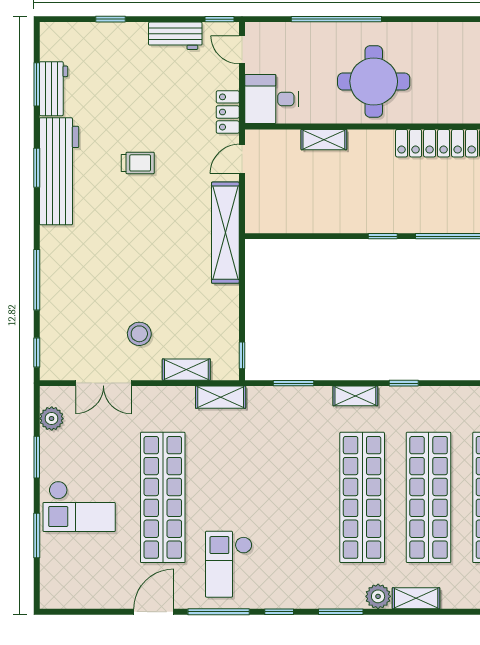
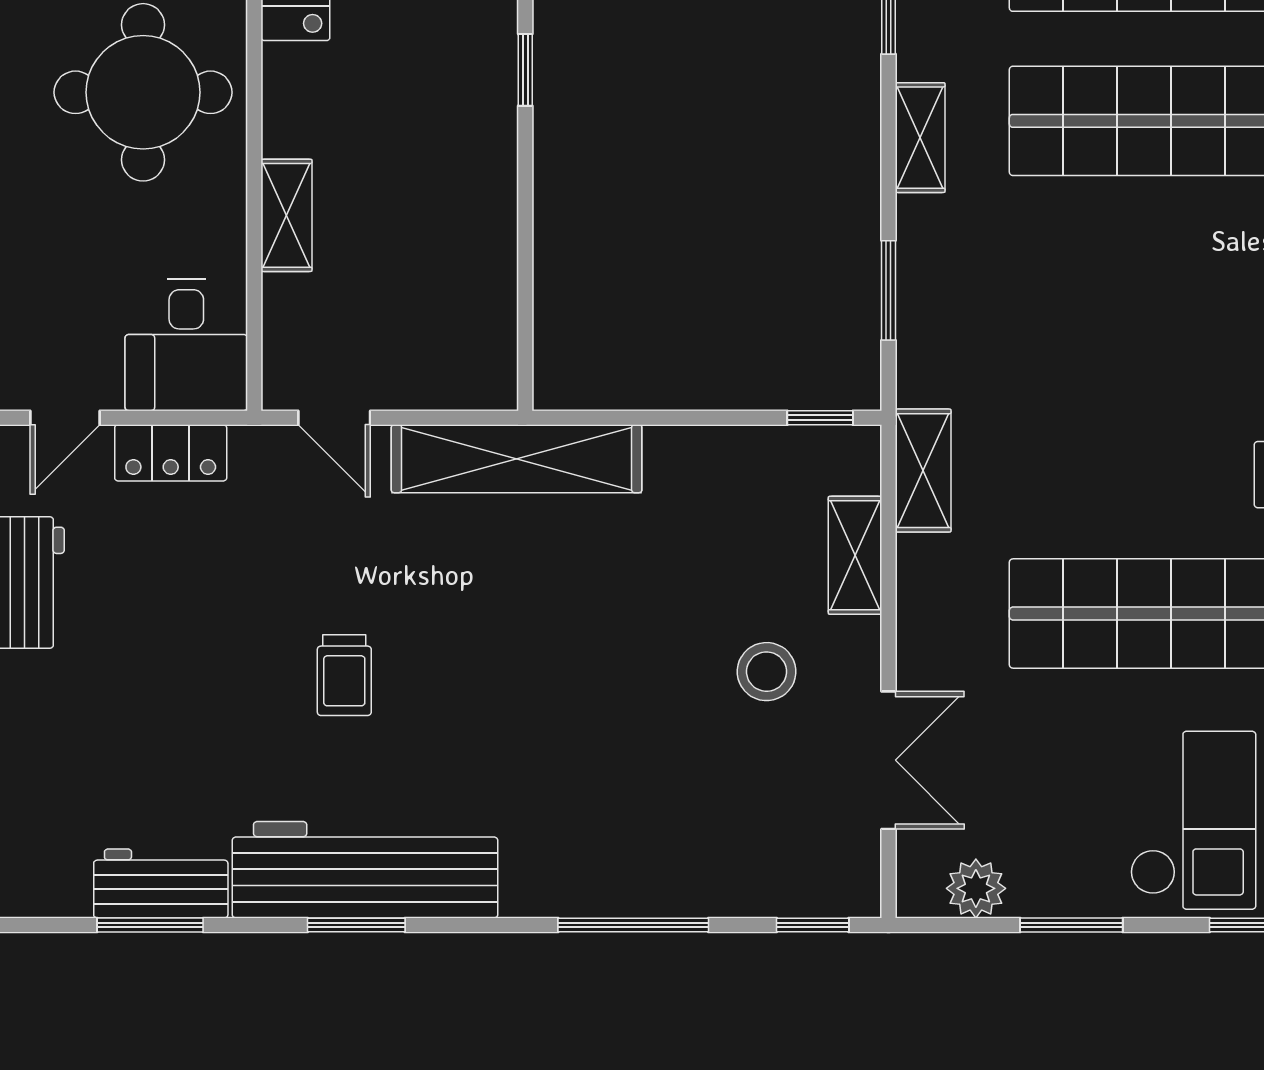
locker: (228, 112) -> (171, 453), moved
trolley: (138, 163) -> (344, 675), turned 180

